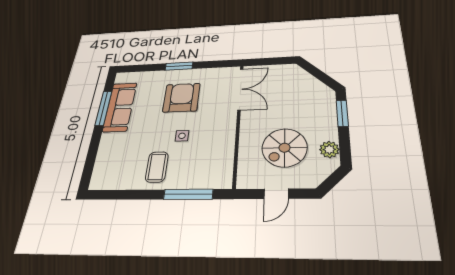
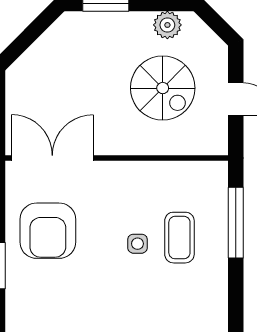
armchair: (181, 98) -> (48, 231), moved, turned -90
coffee table: (157, 167) -> (179, 238), moved, turned 90

